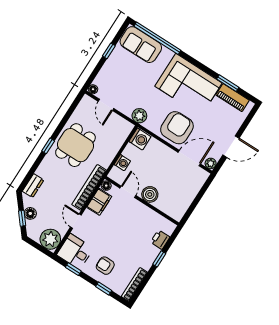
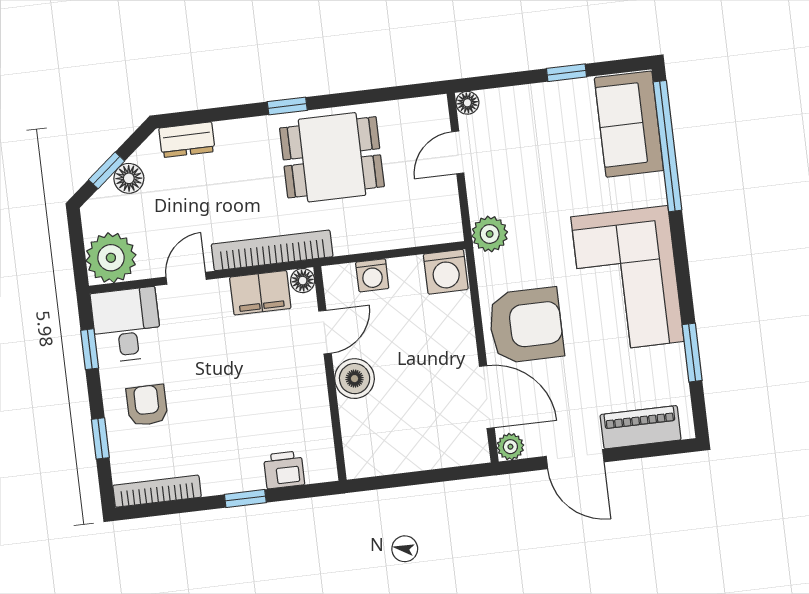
piano: (232, 98) -> (641, 427), moved, turned 90

